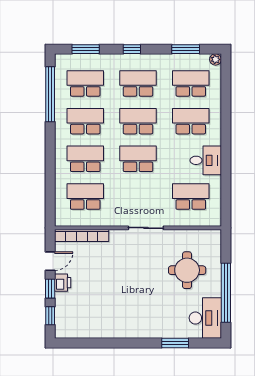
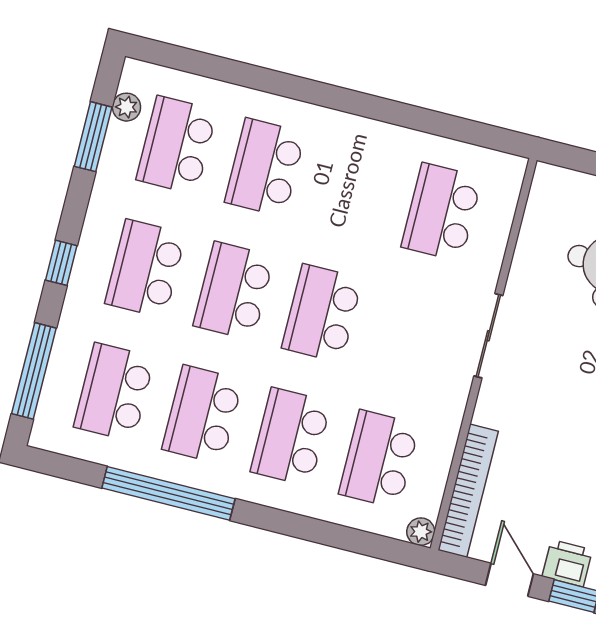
window: (86, 49) -> (34, 371), width x1.44
plant: (216, 59) -> (126, 107), moved
window: (50, 94) -> (168, 493), moved
desk: (206, 160) -> (366, 156), removed
plant: (60, 221) -> (421, 532), added

